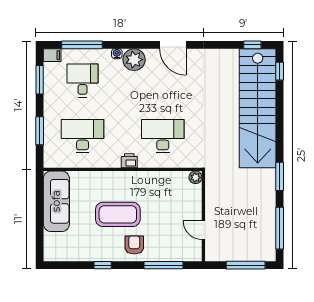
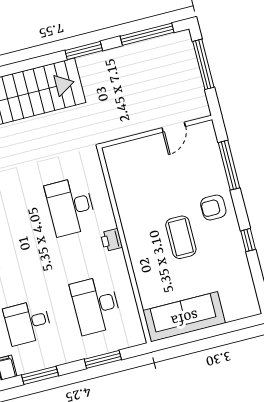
plant: (196, 177) -> (111, 153), removed
coffee table: (118, 214) -> (181, 237), width x0.73, depth x0.76

